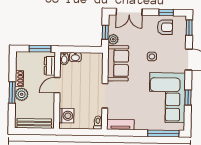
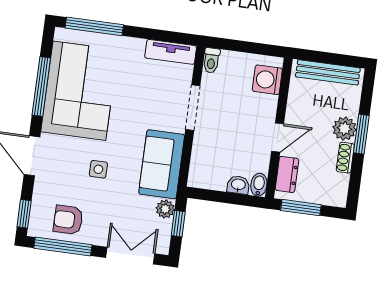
window: (166, 12) -> (63, 246), width x2.17
window: (188, 98) -> (41, 86), width x2.17

